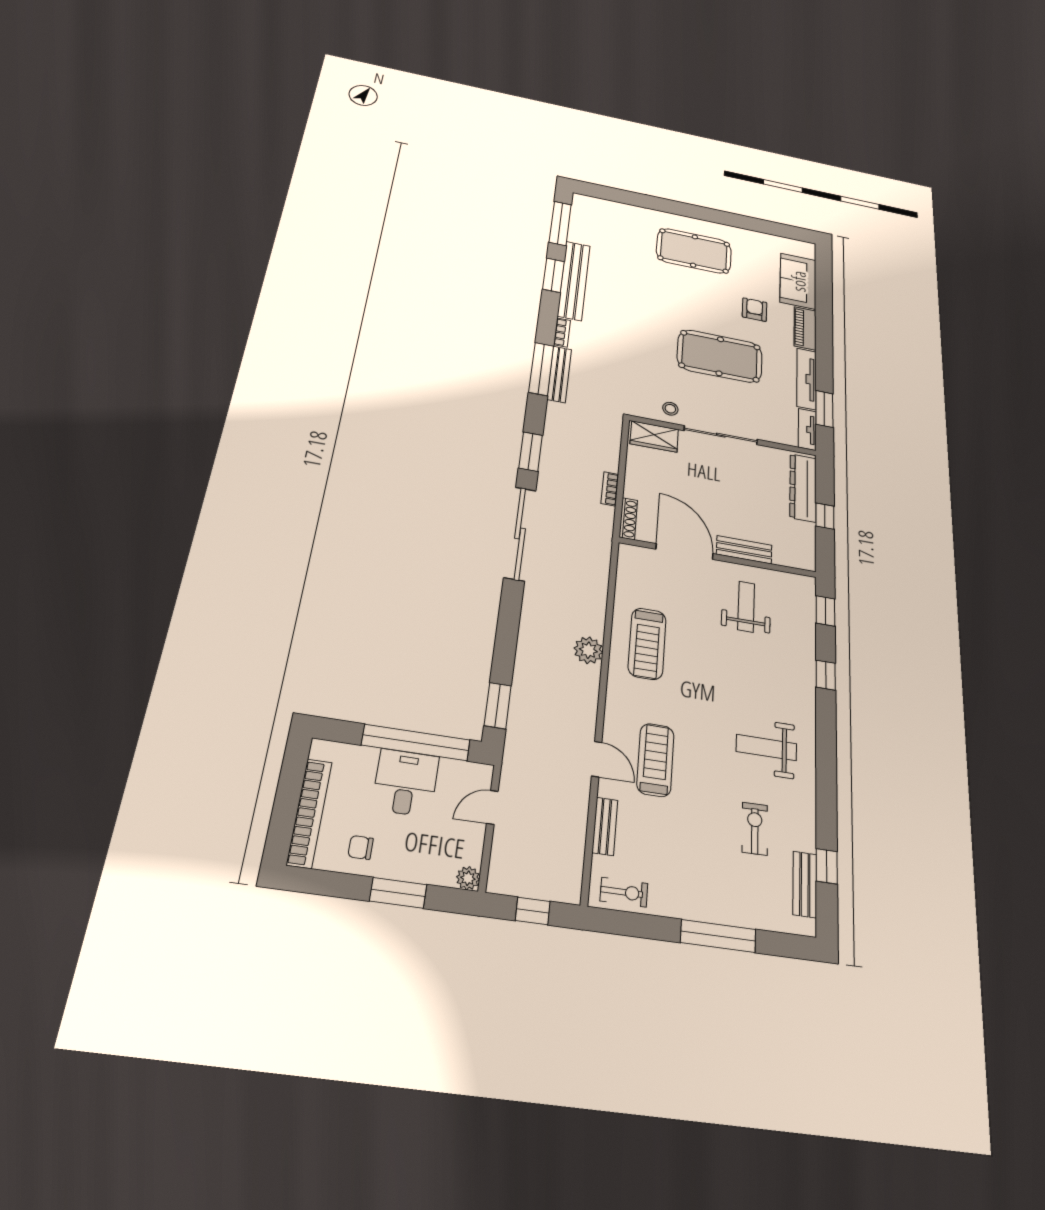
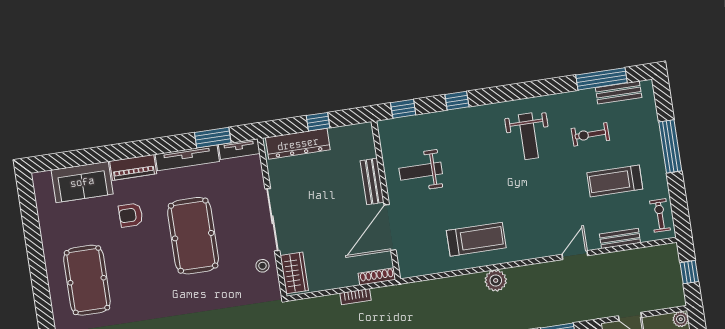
treadmill: (655, 760) -> (615, 181), moved
window: (827, 866) -> (602, 79), width x2.17

